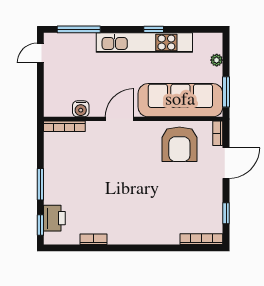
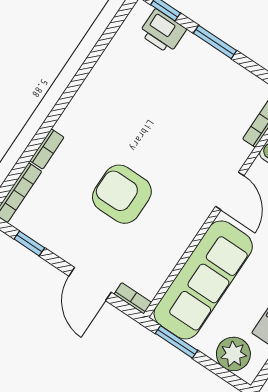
plant: (217, 60) -> (233, 354), width x1.88, depth x1.88
armchair: (179, 144) -> (122, 194), moved
bookcase: (93, 239) -> (47, 149), moved

